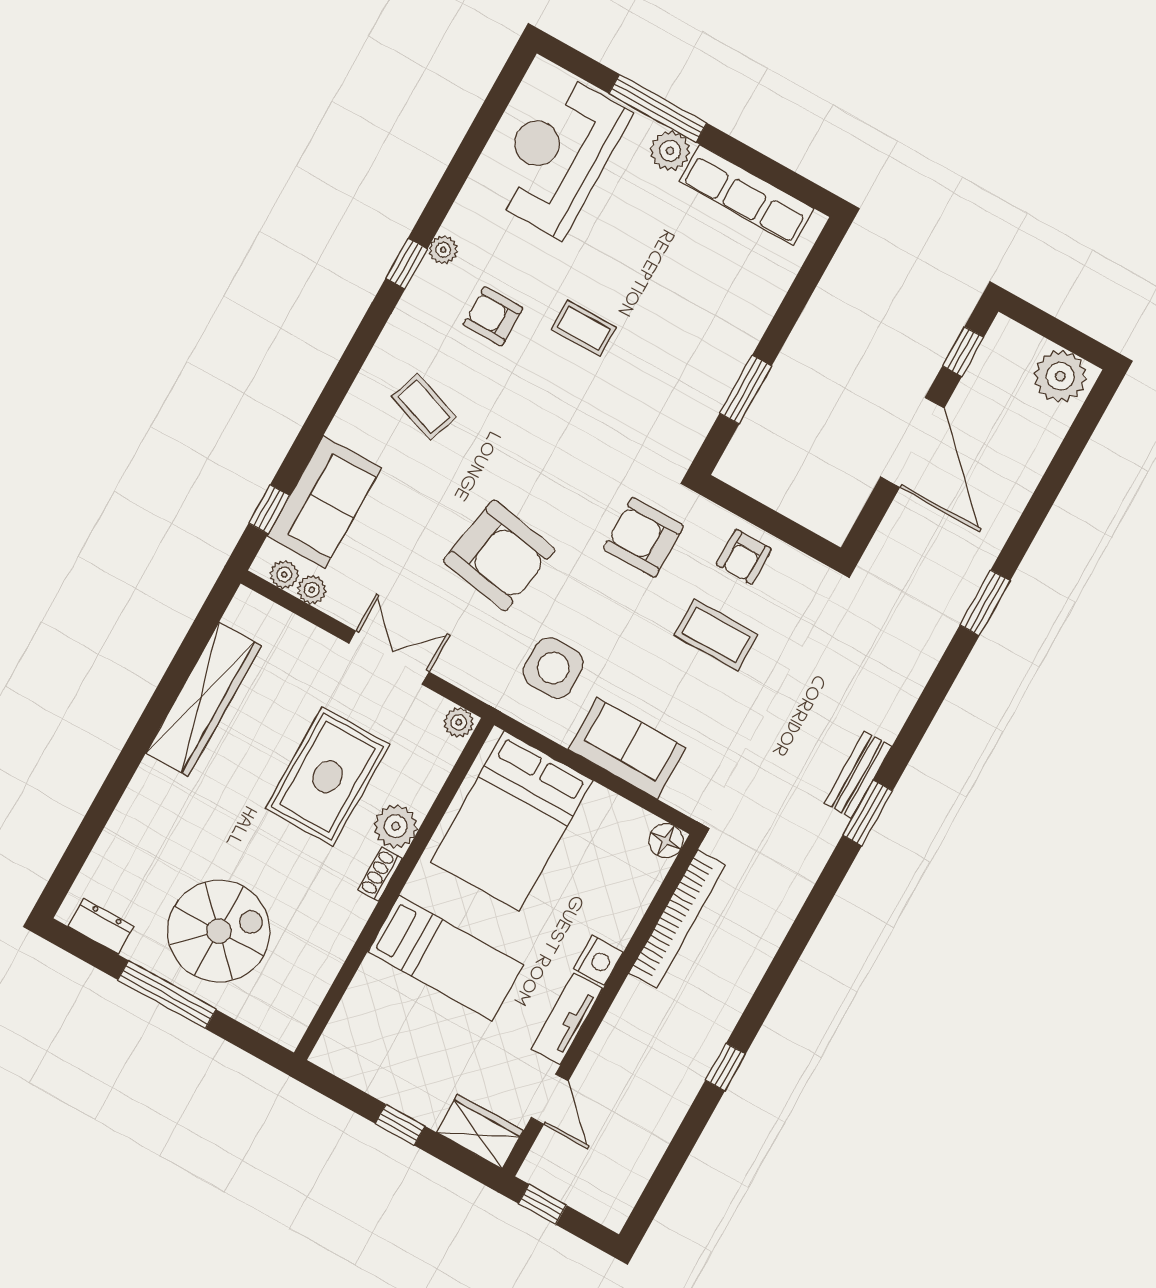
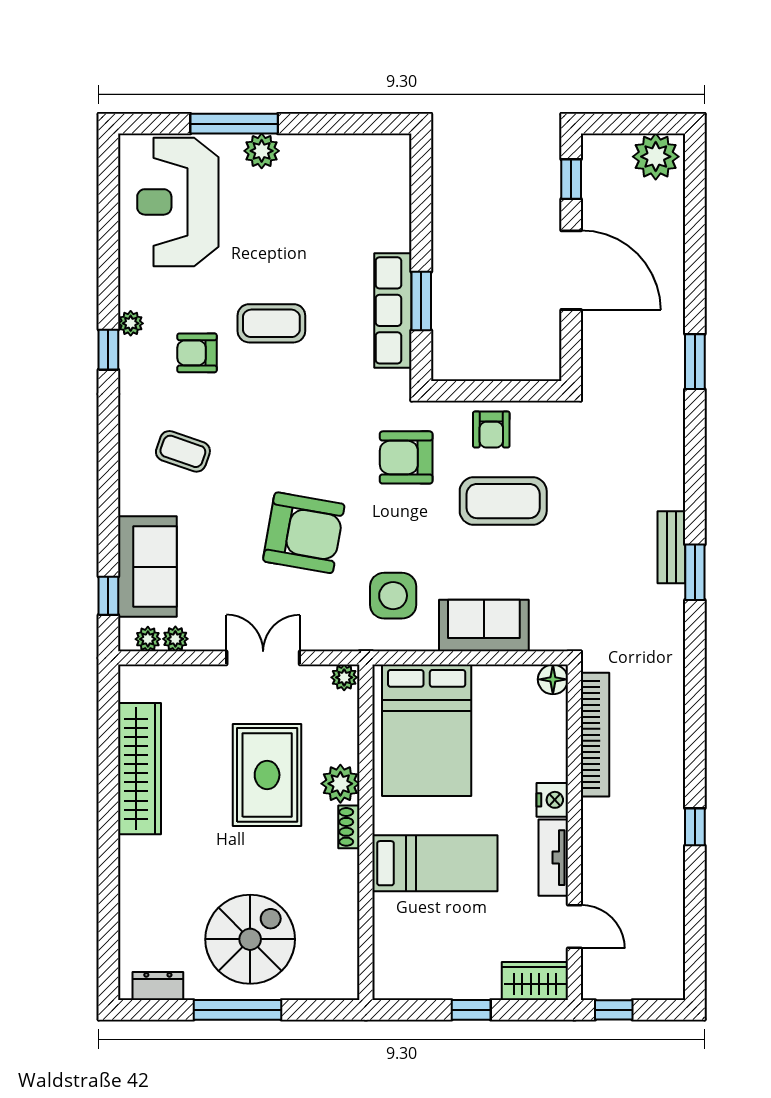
row of seats: (747, 195) -> (393, 310), moved, turned 90
coffee table: (584, 328) -> (271, 323), width x1.36, depth x1.30
coffee table: (716, 635) -> (503, 501), width x1.36, depth x1.32

